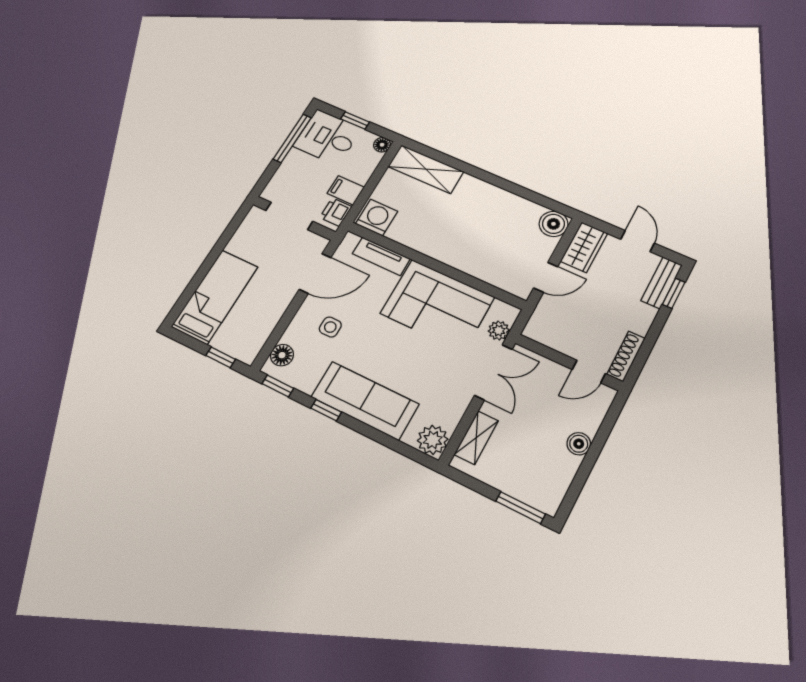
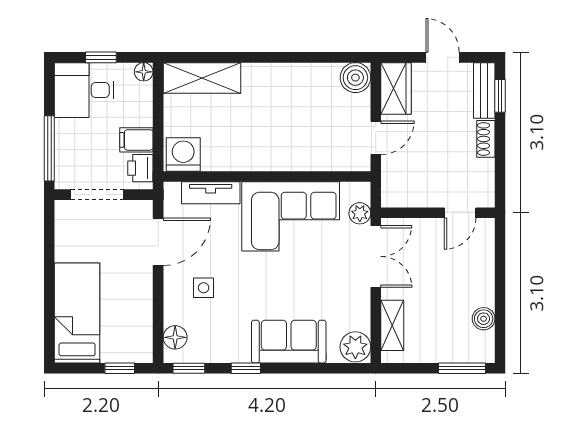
window: (292, 138) -> (49, 148), moved
shoe rack: (626, 356) -> (486, 139), moved, width x0.70
sofa: (365, 401) -> (289, 342), width x0.73
boiler: (579, 444) -> (484, 319), moved

